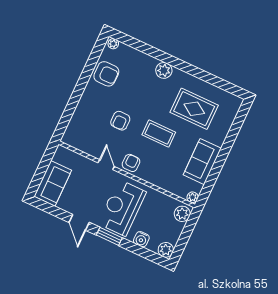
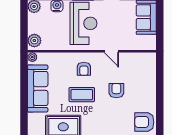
sofa: (202, 162) -> (38, 89), width x1.36
armchair: (131, 163) -> (84, 69), moved

